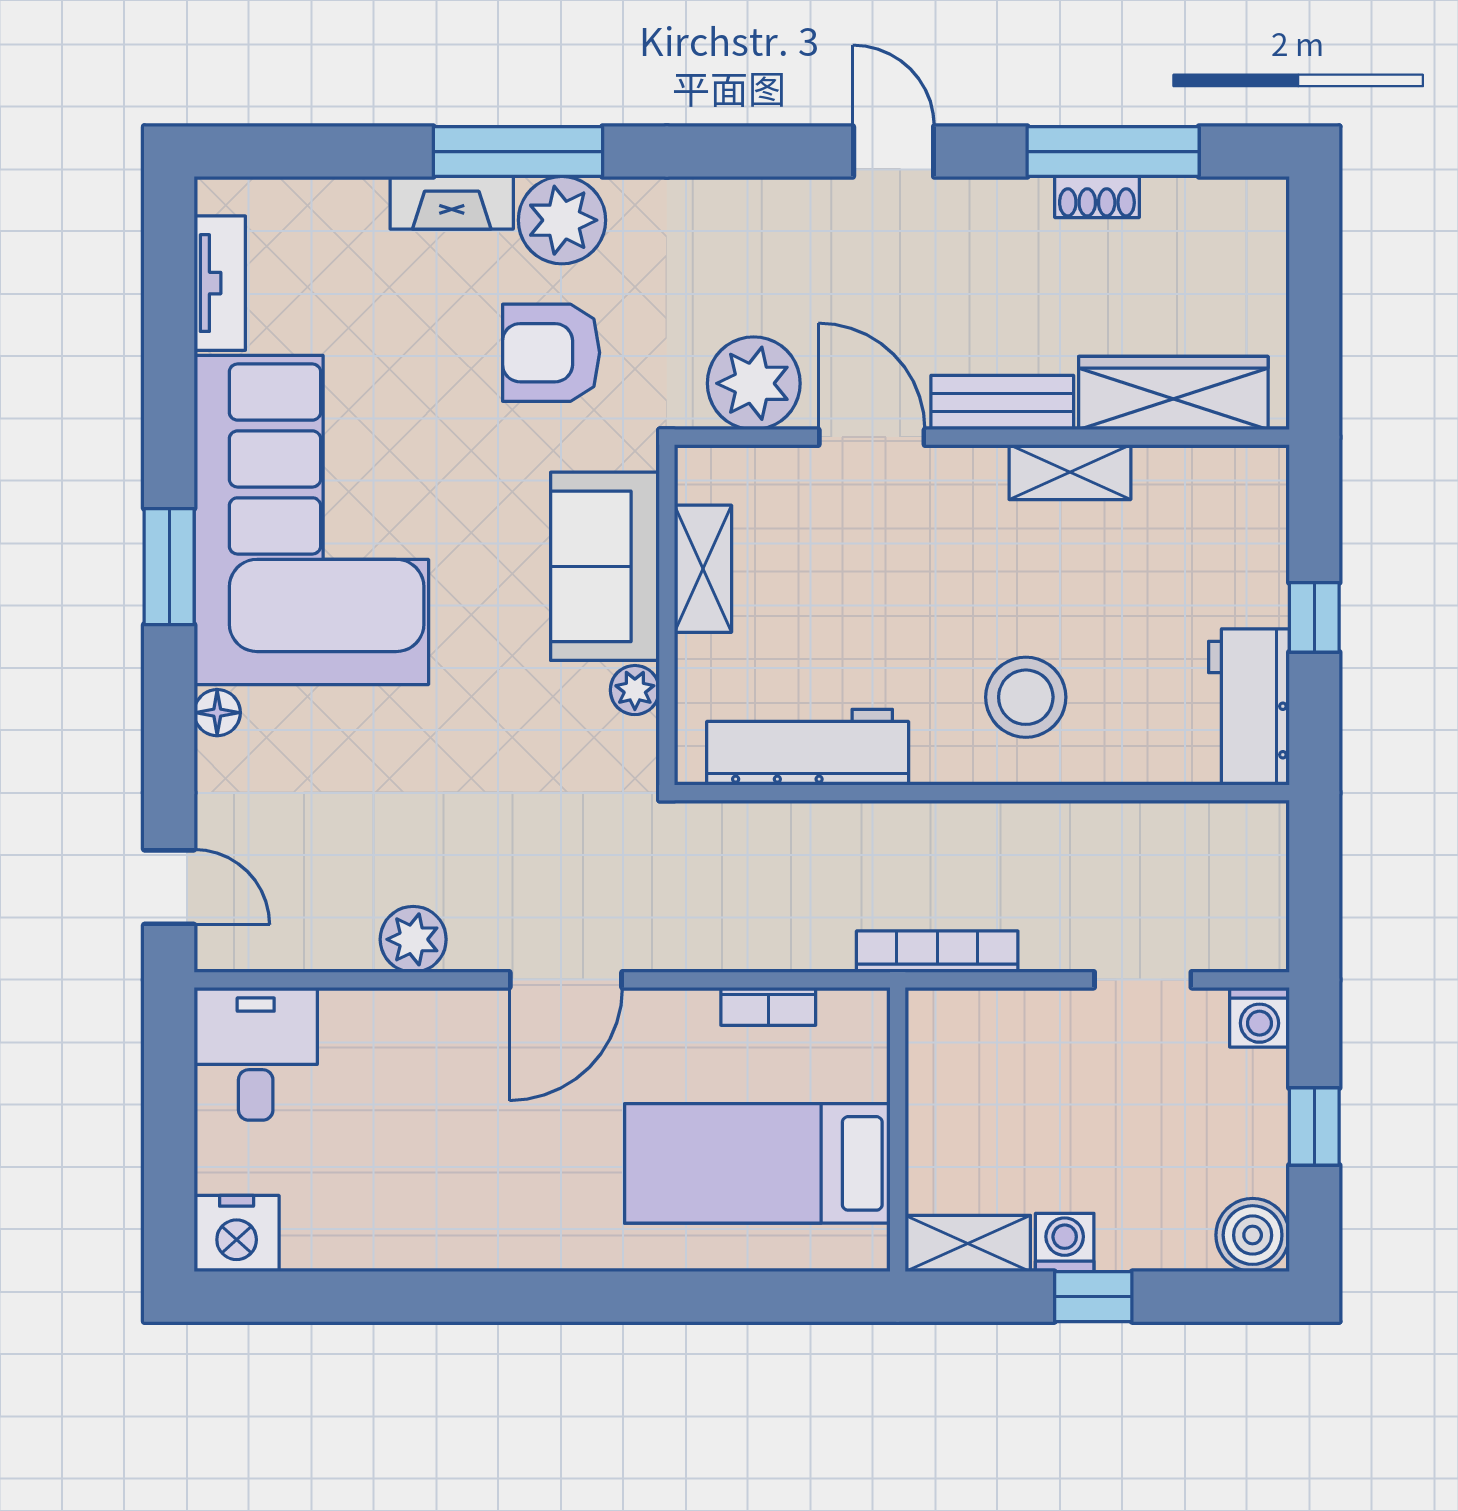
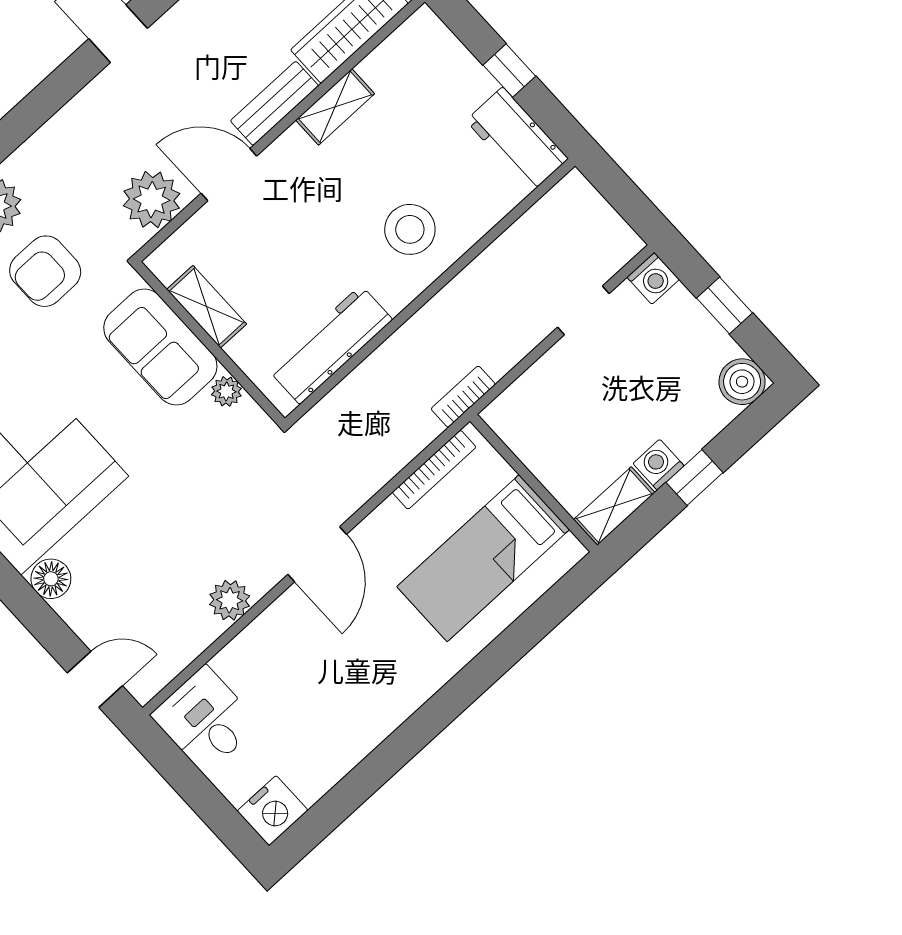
floor lamp: (217, 713) -> (51, 579), width x1.37, depth x1.37
bookcase: (937, 952) -> (463, 397), width x0.64
bookcase: (768, 1006) -> (434, 470), width x1.56

